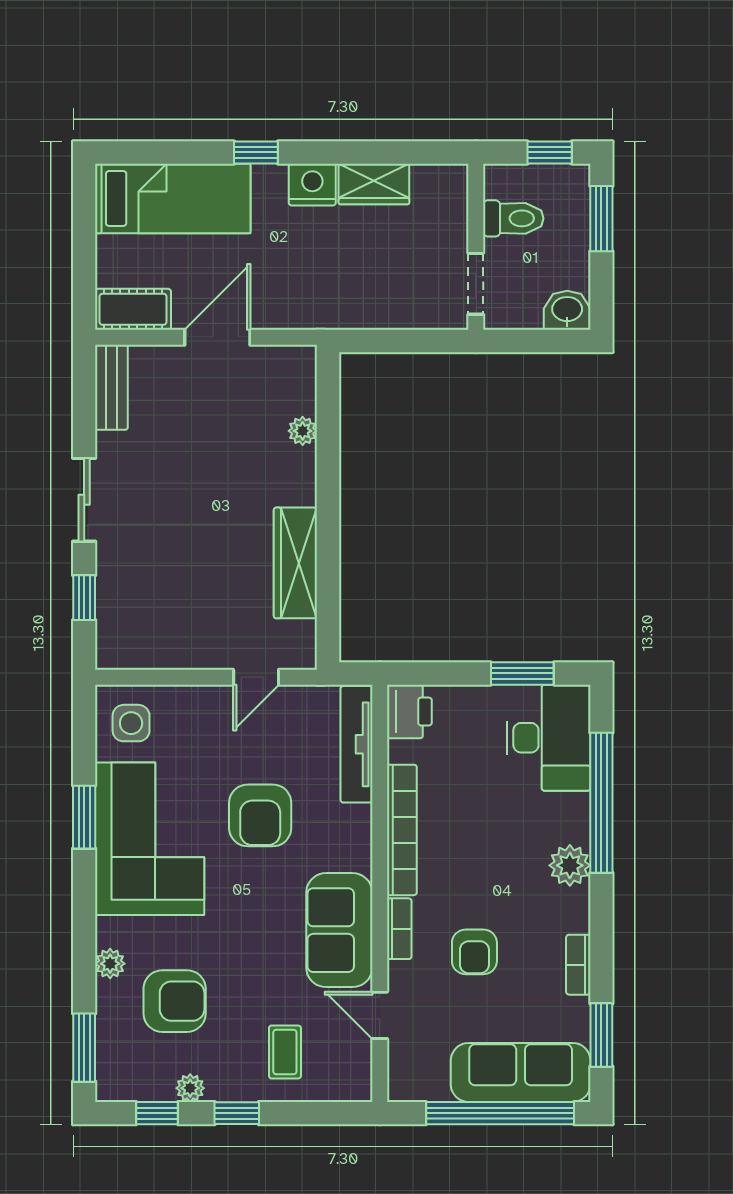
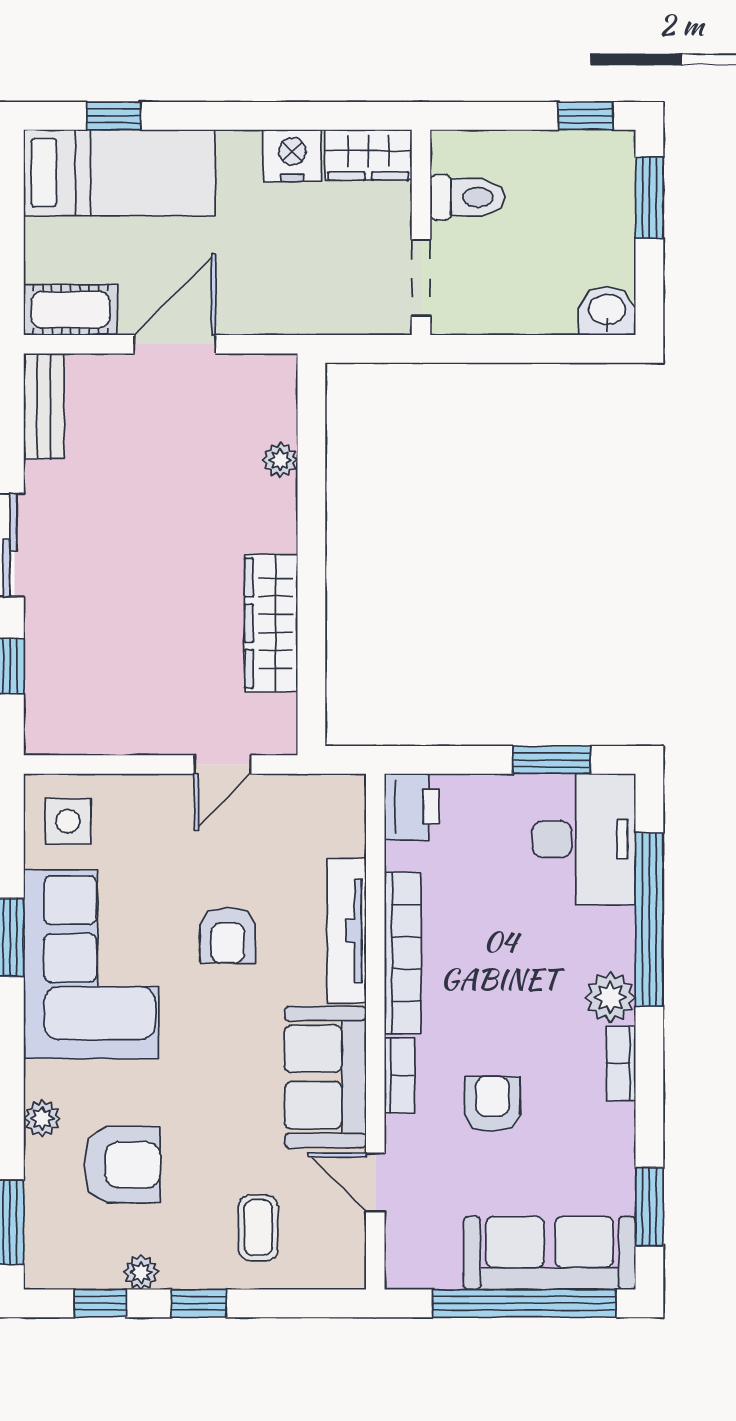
window: (256, 152) -> (114, 116), moved
toilet: (513, 218) -> (467, 197), moved
wall: (476, 247) -> (421, 232), moved
doorway: (476, 284) -> (421, 278), moved
tv unit: (356, 744) -> (347, 931), moved
armchair: (260, 815) -> (228, 935), width x0.72, depth x0.72
armchair: (474, 952) -> (492, 1104), turned 180
bookcase: (578, 965) -> (621, 1063), moved

